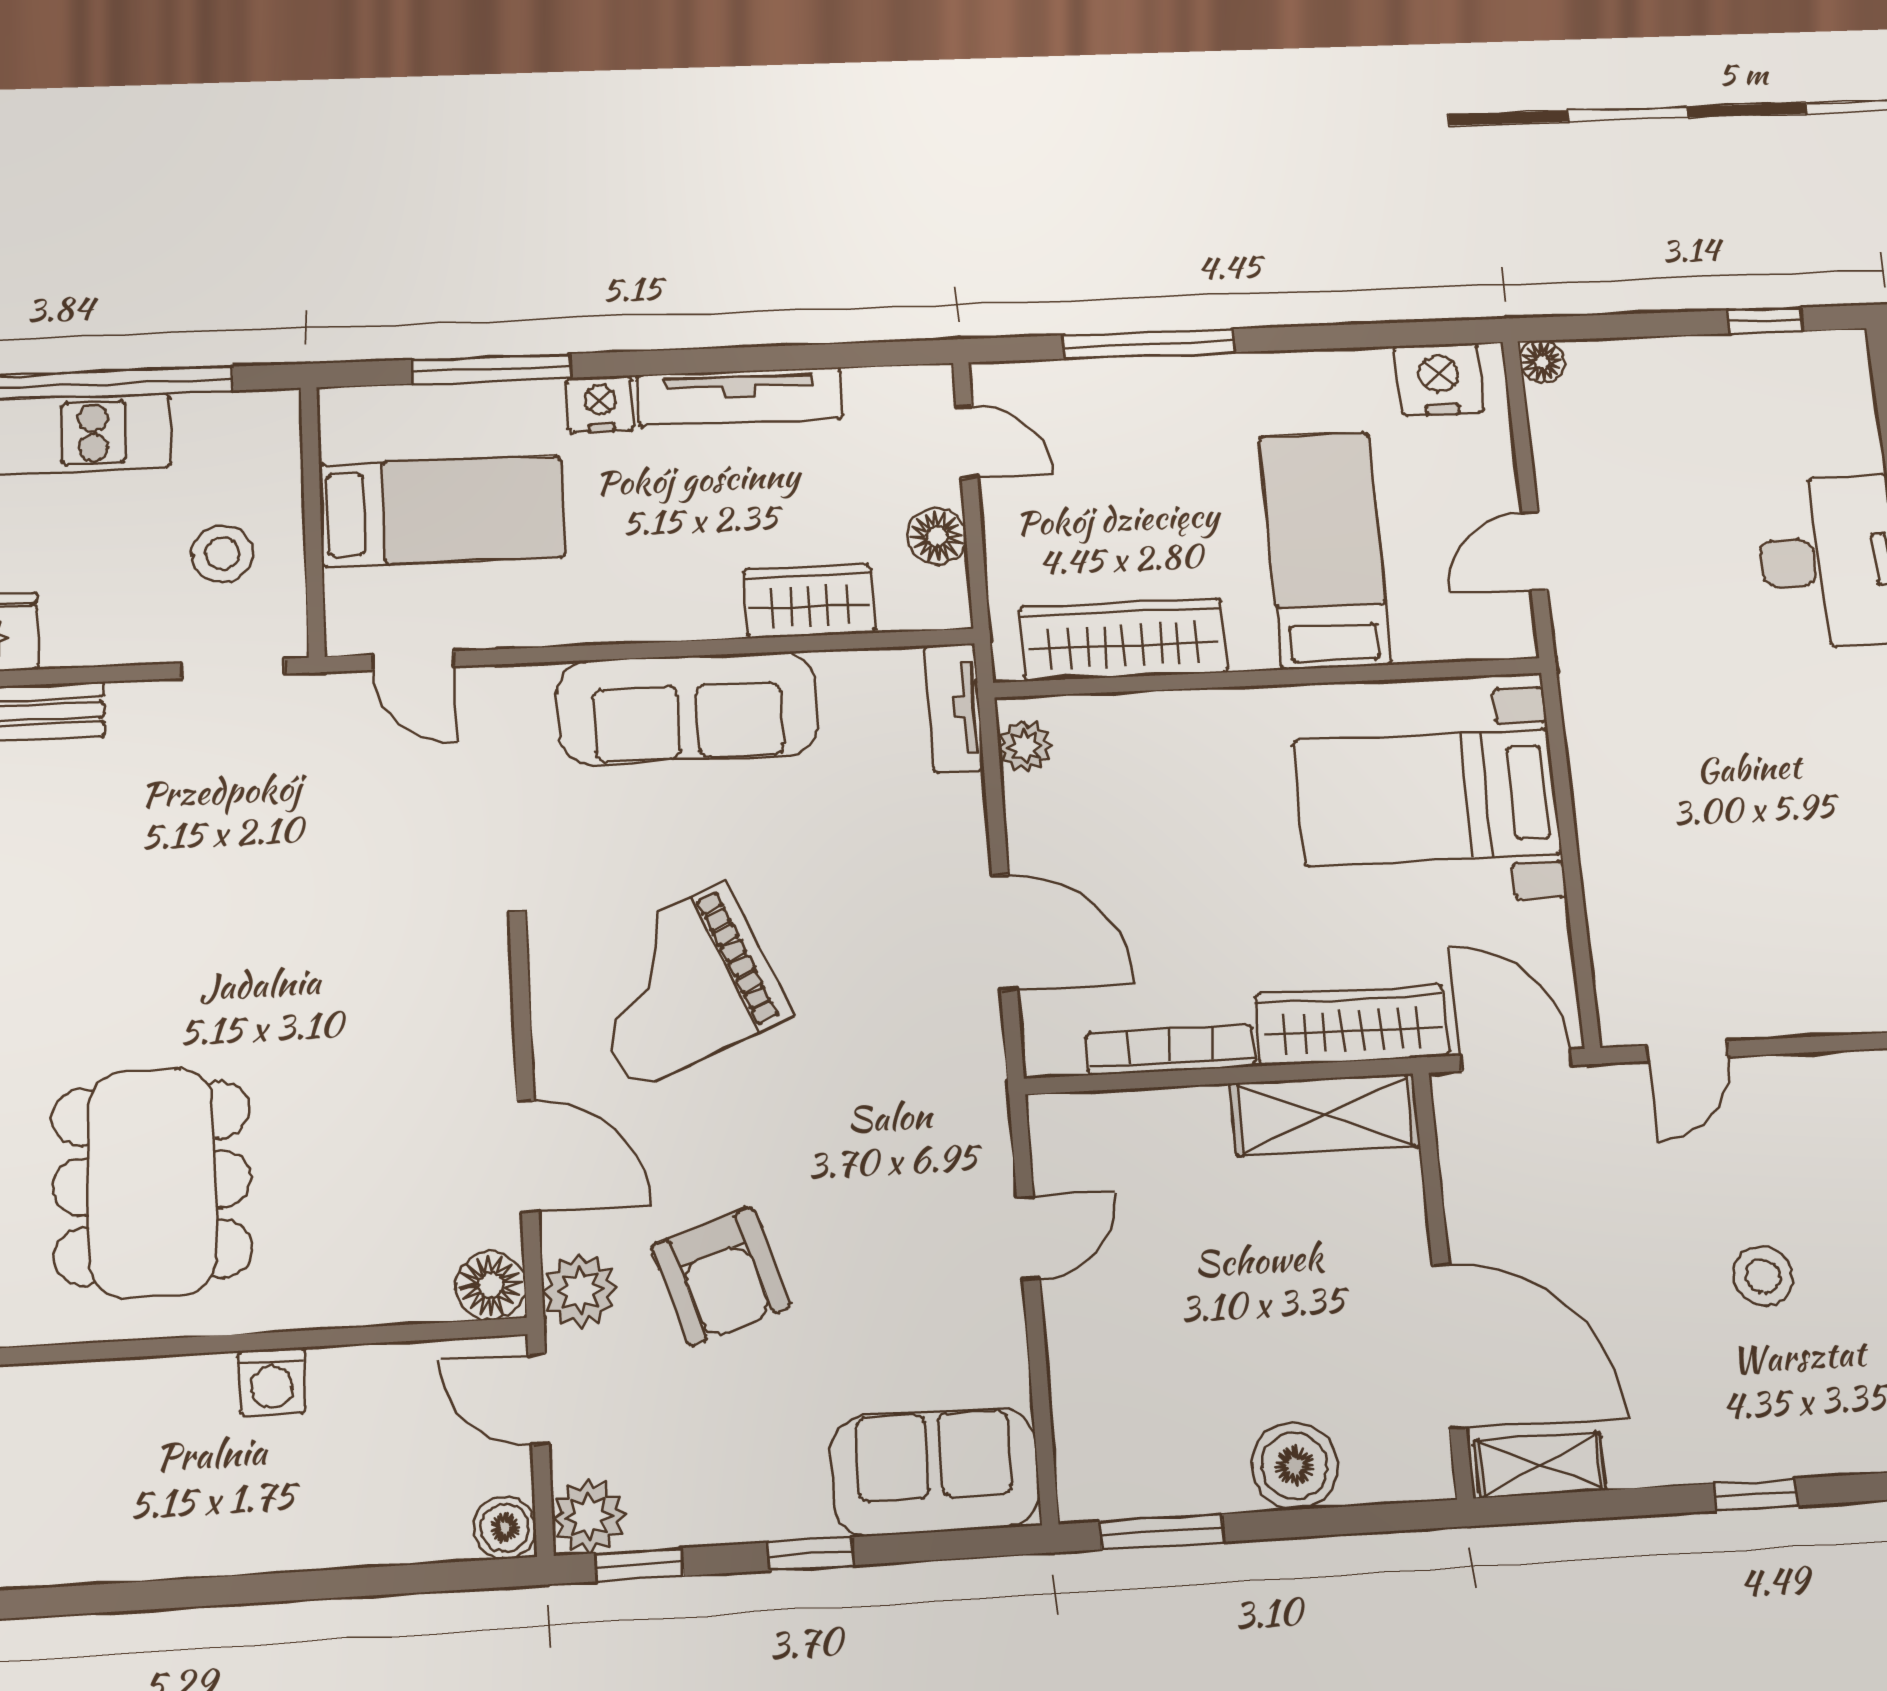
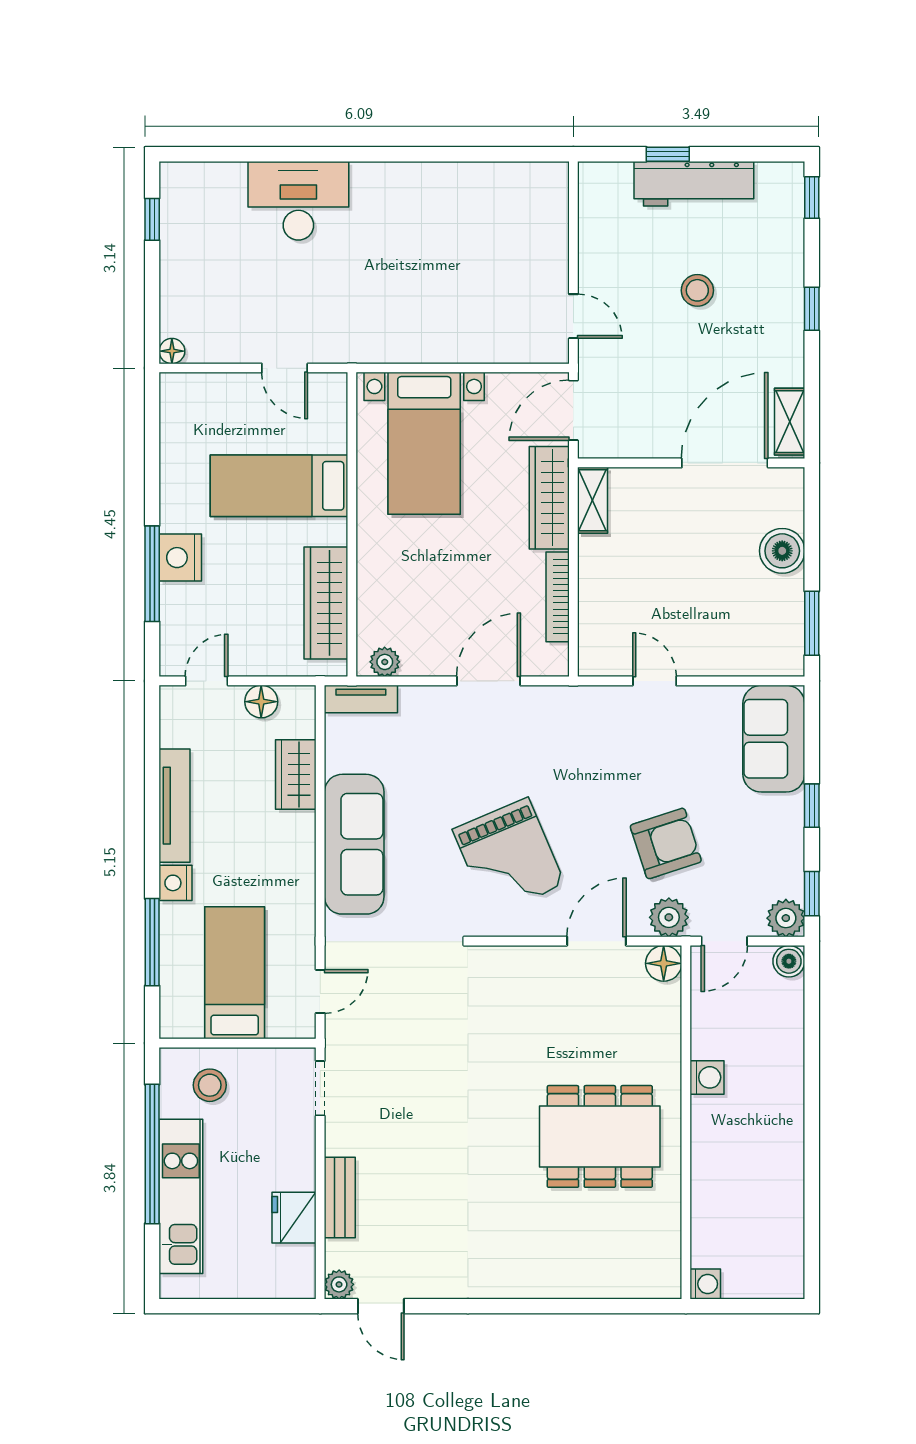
nightstand: (1439, 379) -> (180, 558), moved
stool: (223, 554) -> (210, 1085), moved
shelving: (1325, 1115) -> (592, 500), width x0.67, depth x0.75

